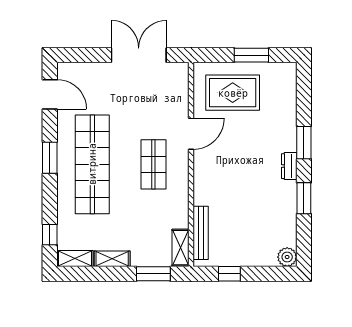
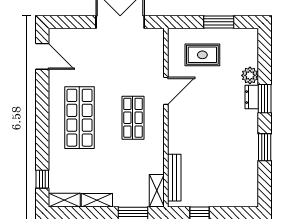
rug: (233, 93) -> (202, 55), width x0.73, depth x0.70
window: (50, 158) -> (42, 112), removed
shop shelf: (92, 164) -> (79, 118), width x0.71
dresser: (289, 166) -> (252, 97), moved
plant: (287, 257) -> (250, 75), moved

